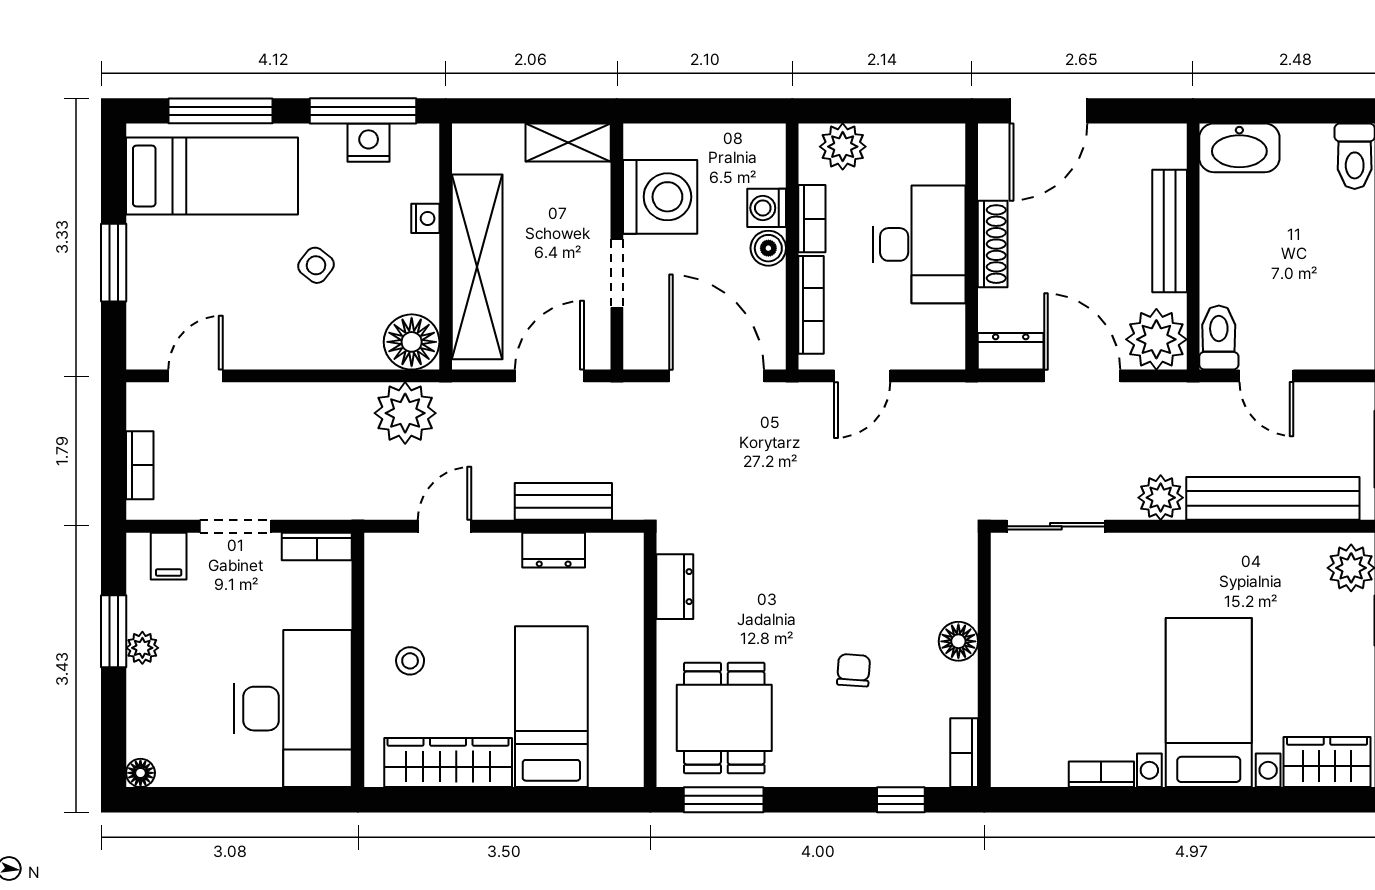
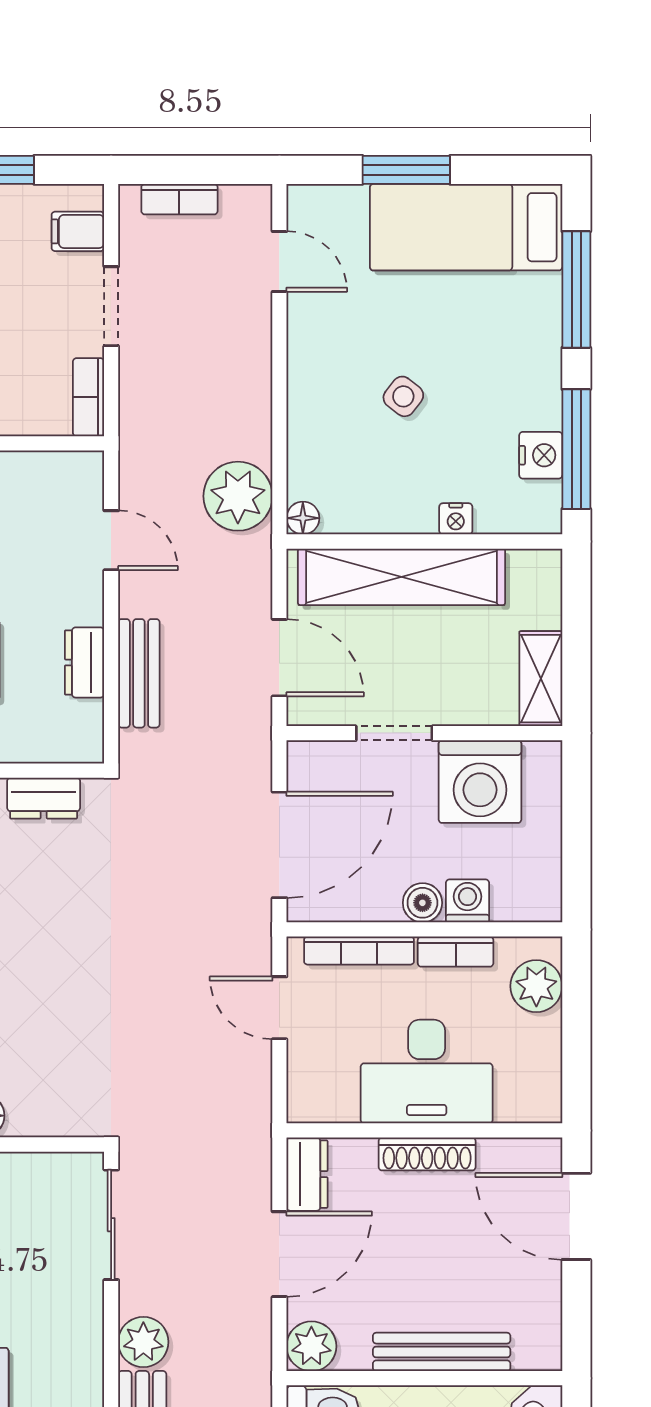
bed: (212, 176) -> (466, 227), moved, turned 90
plant: (1156, 339) -> (311, 1346), width x0.73, depth x0.73
floor lamp: (412, 342) -> (303, 518), width x0.53, depth x0.53

